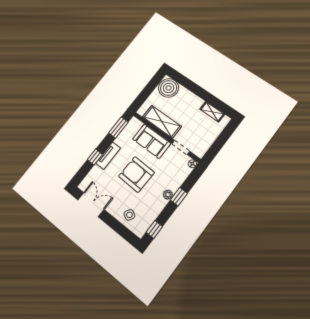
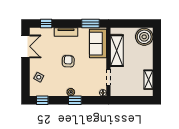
sofa: (152, 141) -> (98, 44), moved
window: (95, 157) -> (46, 23), moved
armchair: (136, 174) -> (68, 61), width x0.53, depth x0.53

